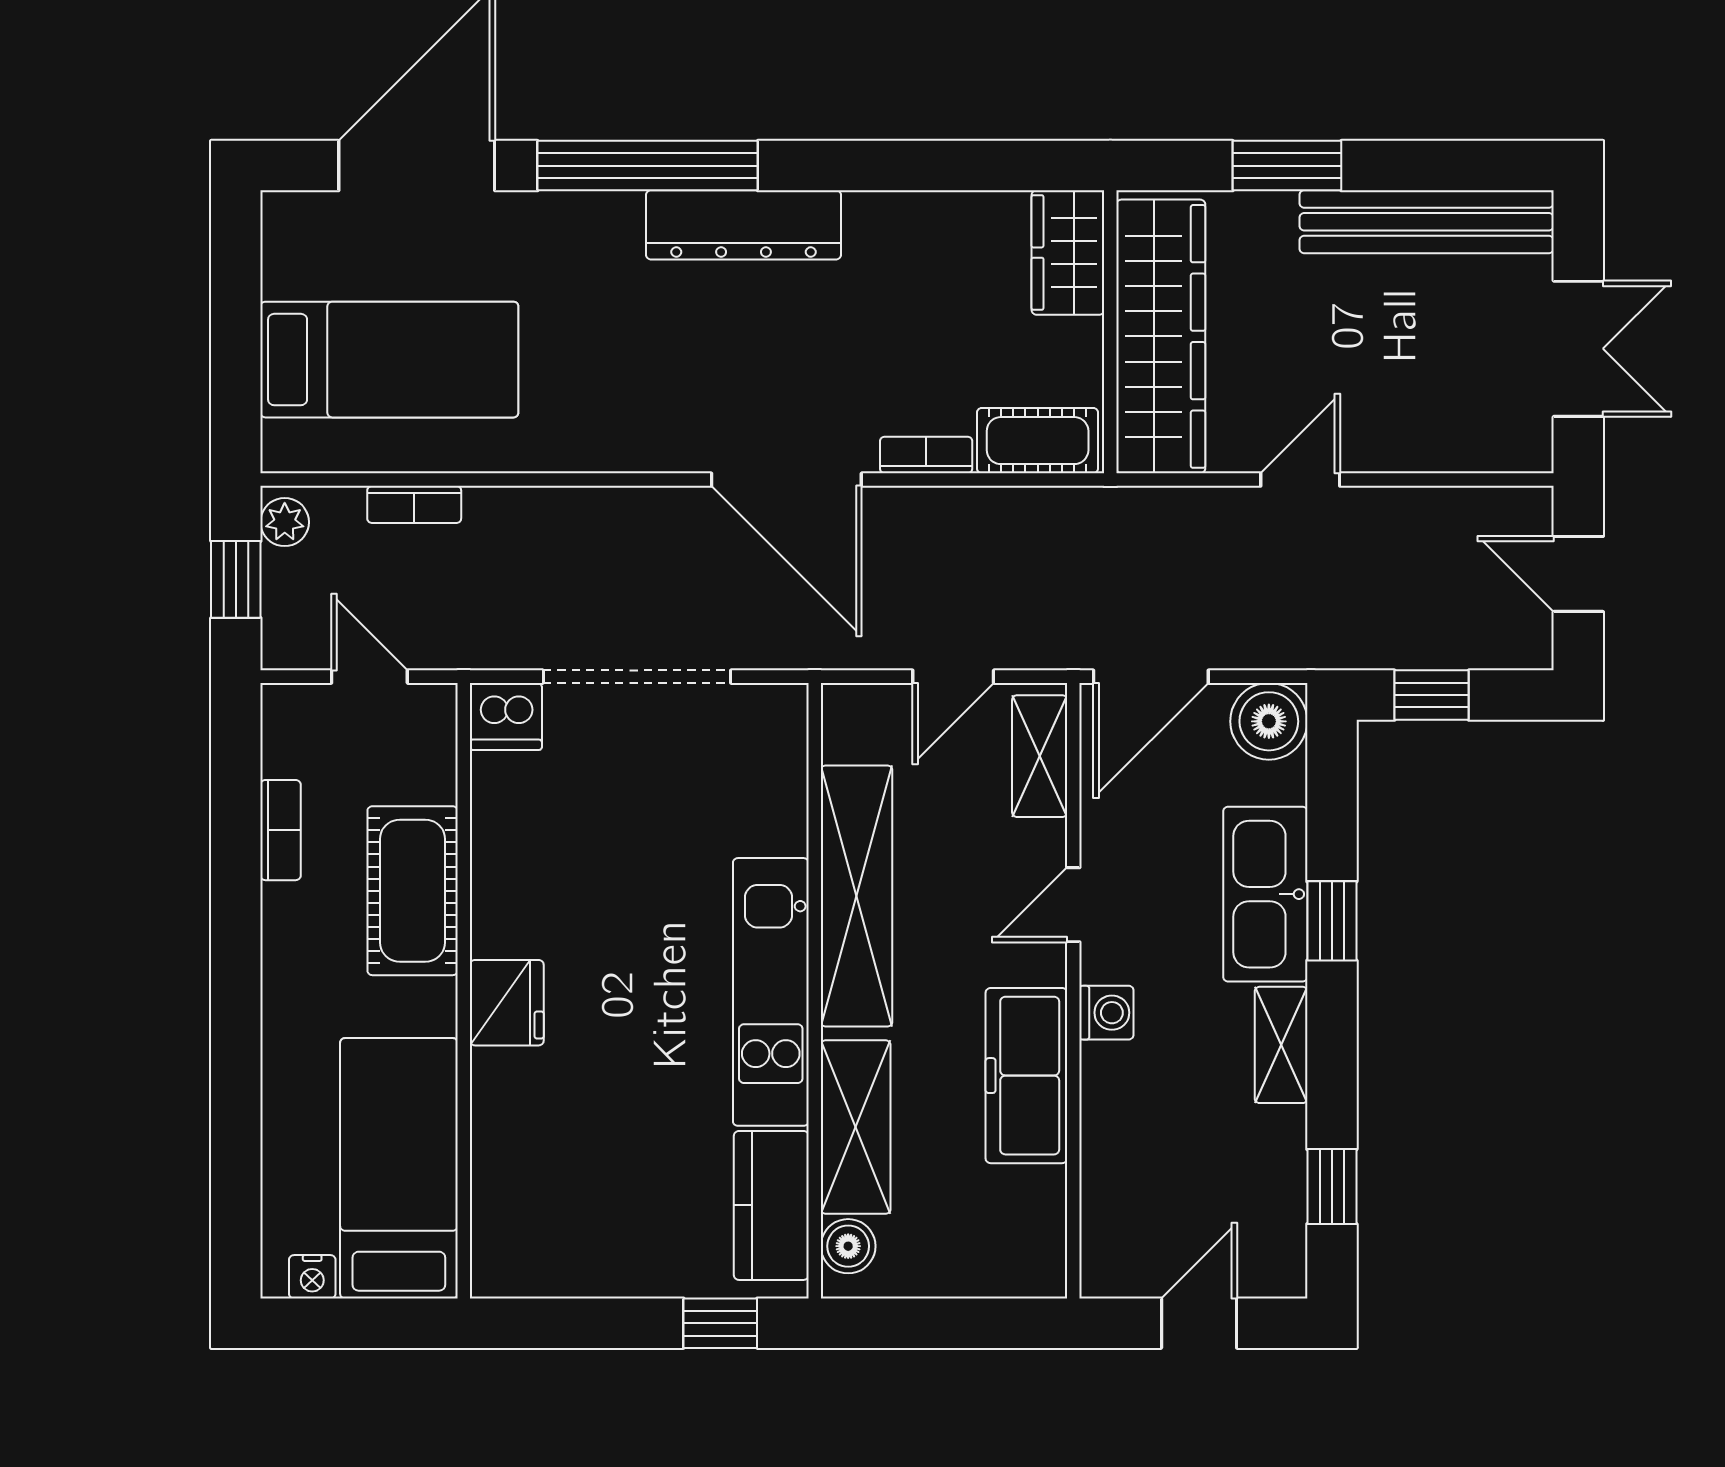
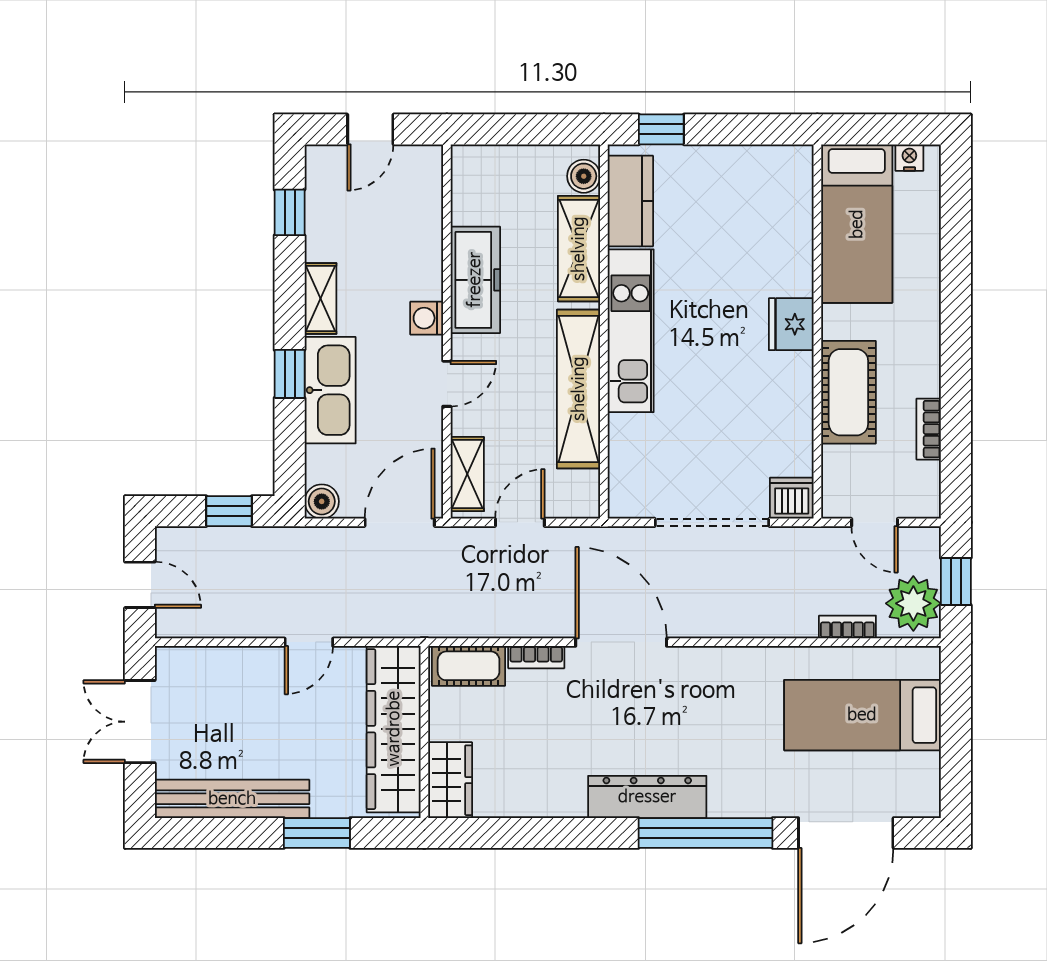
plant: (285, 522) -> (913, 603), width x1.88, depth x1.88
boiler: (1269, 721) -> (322, 501), width x0.73, depth x0.73

